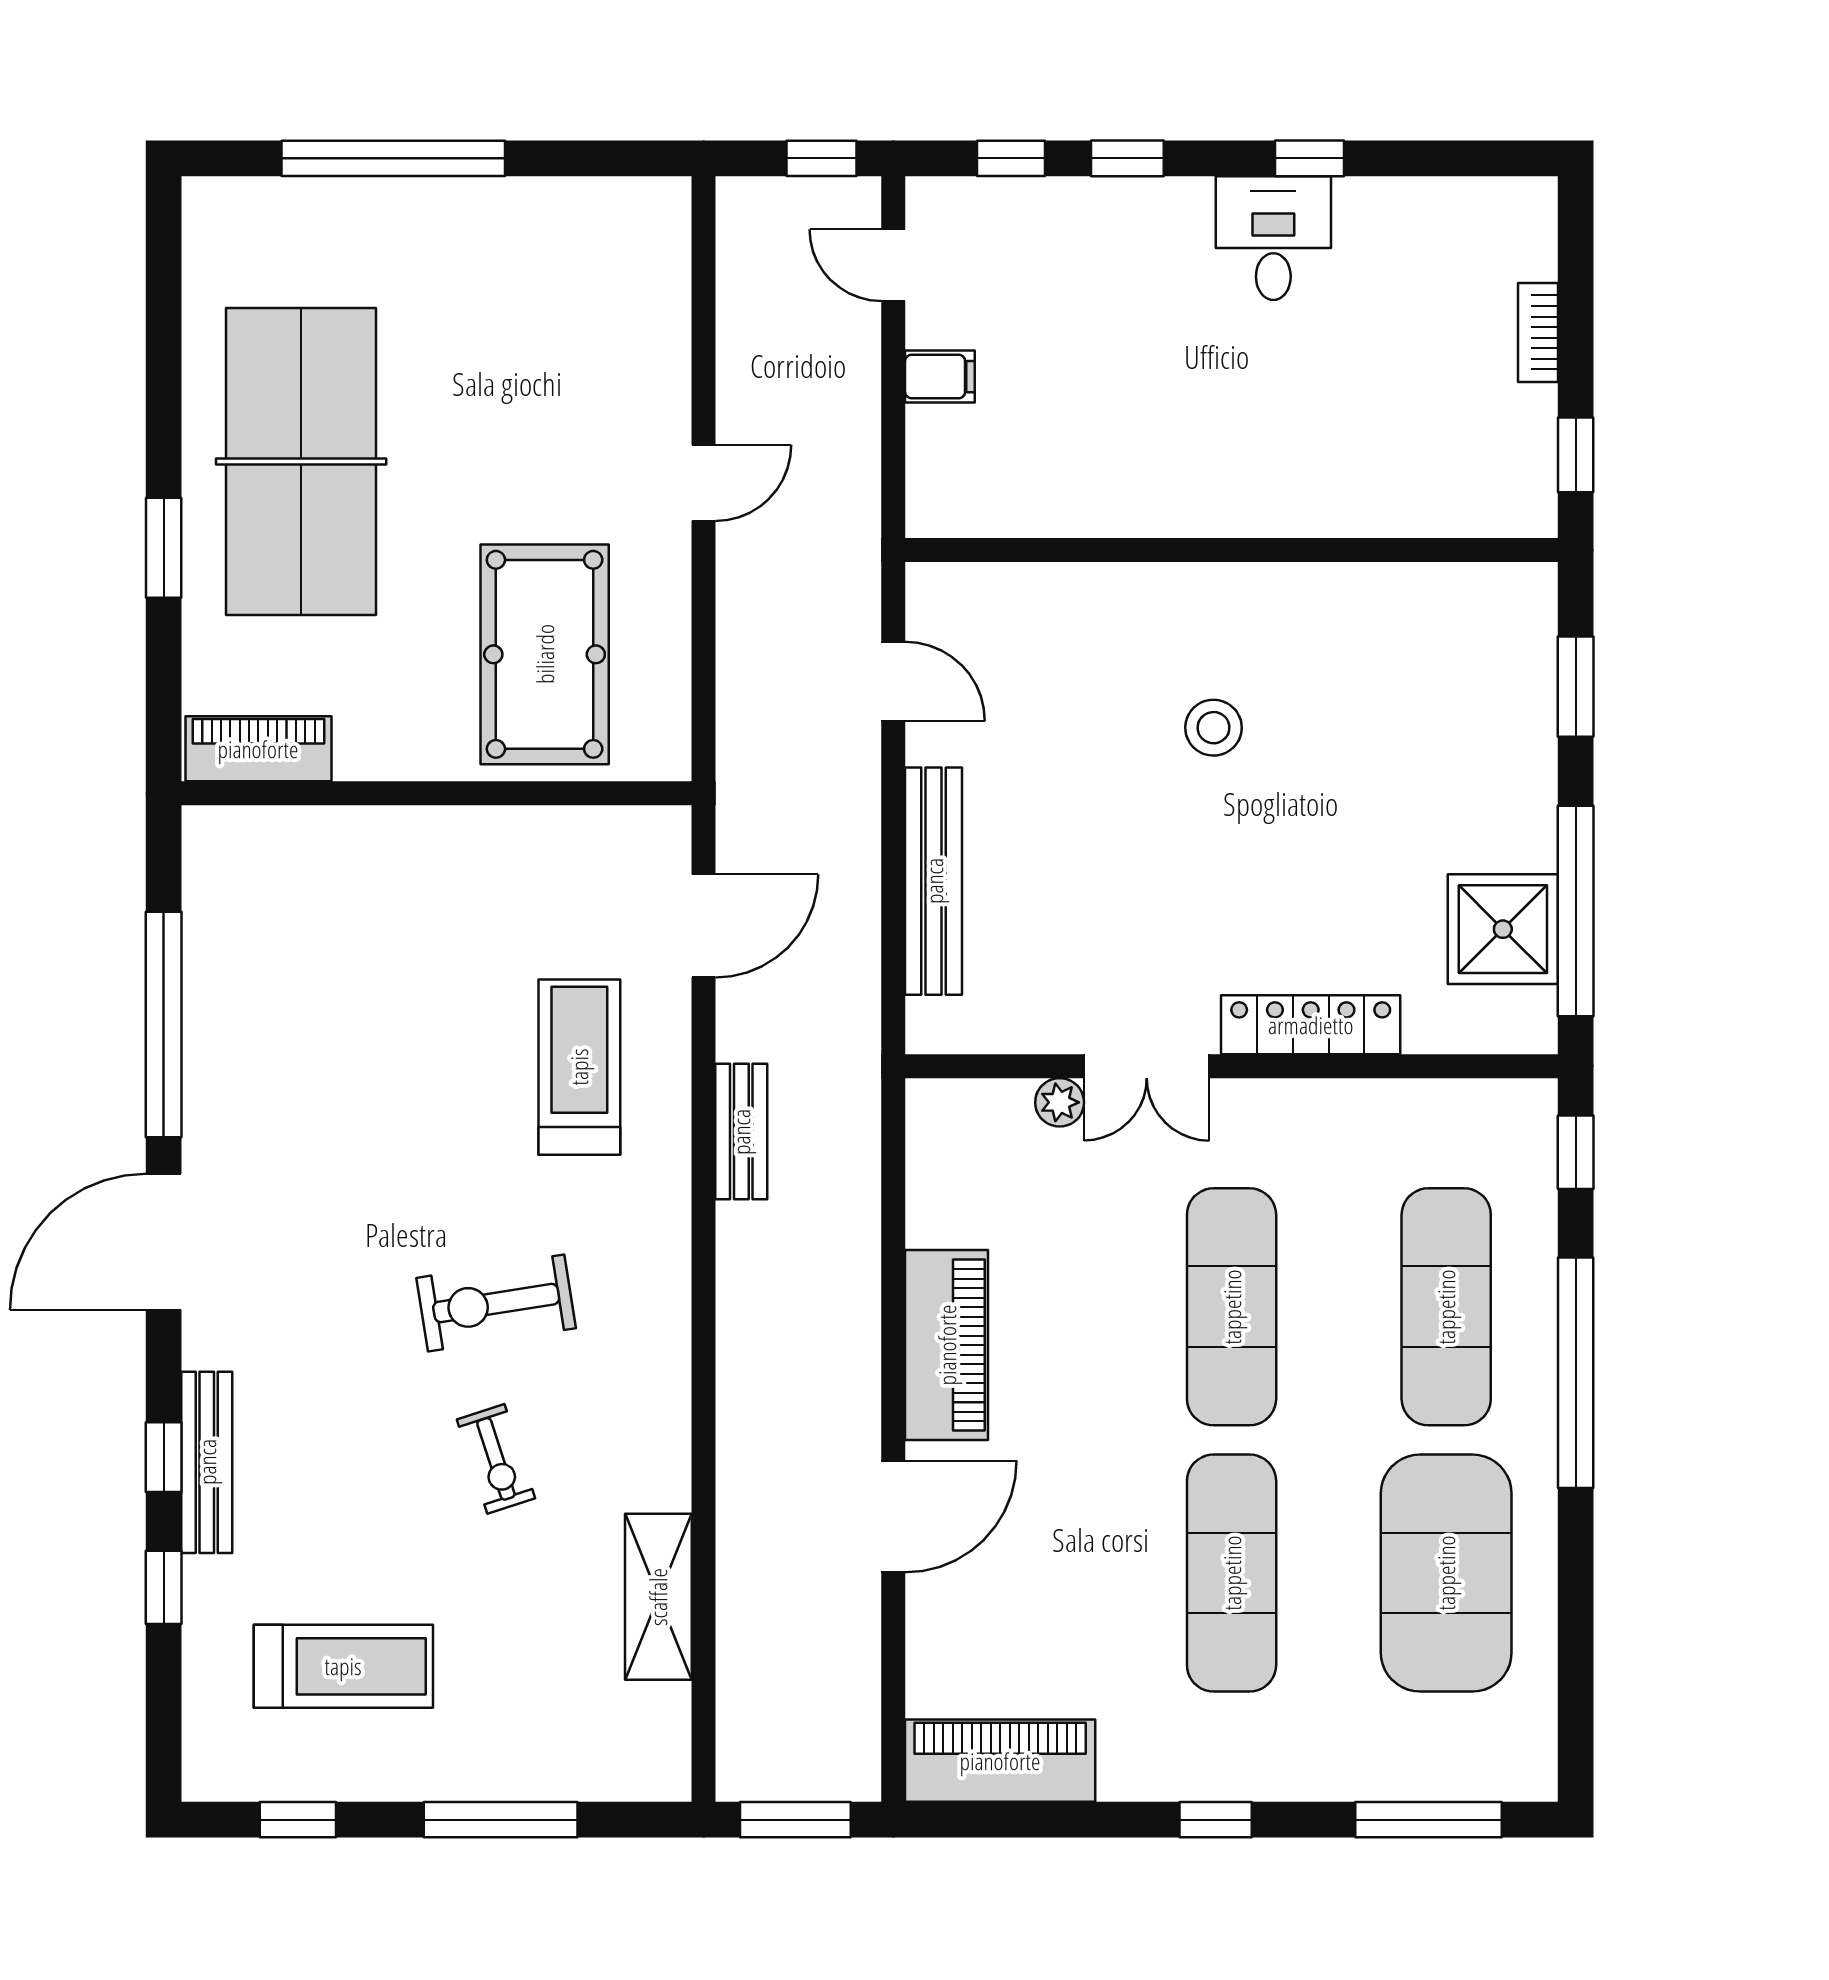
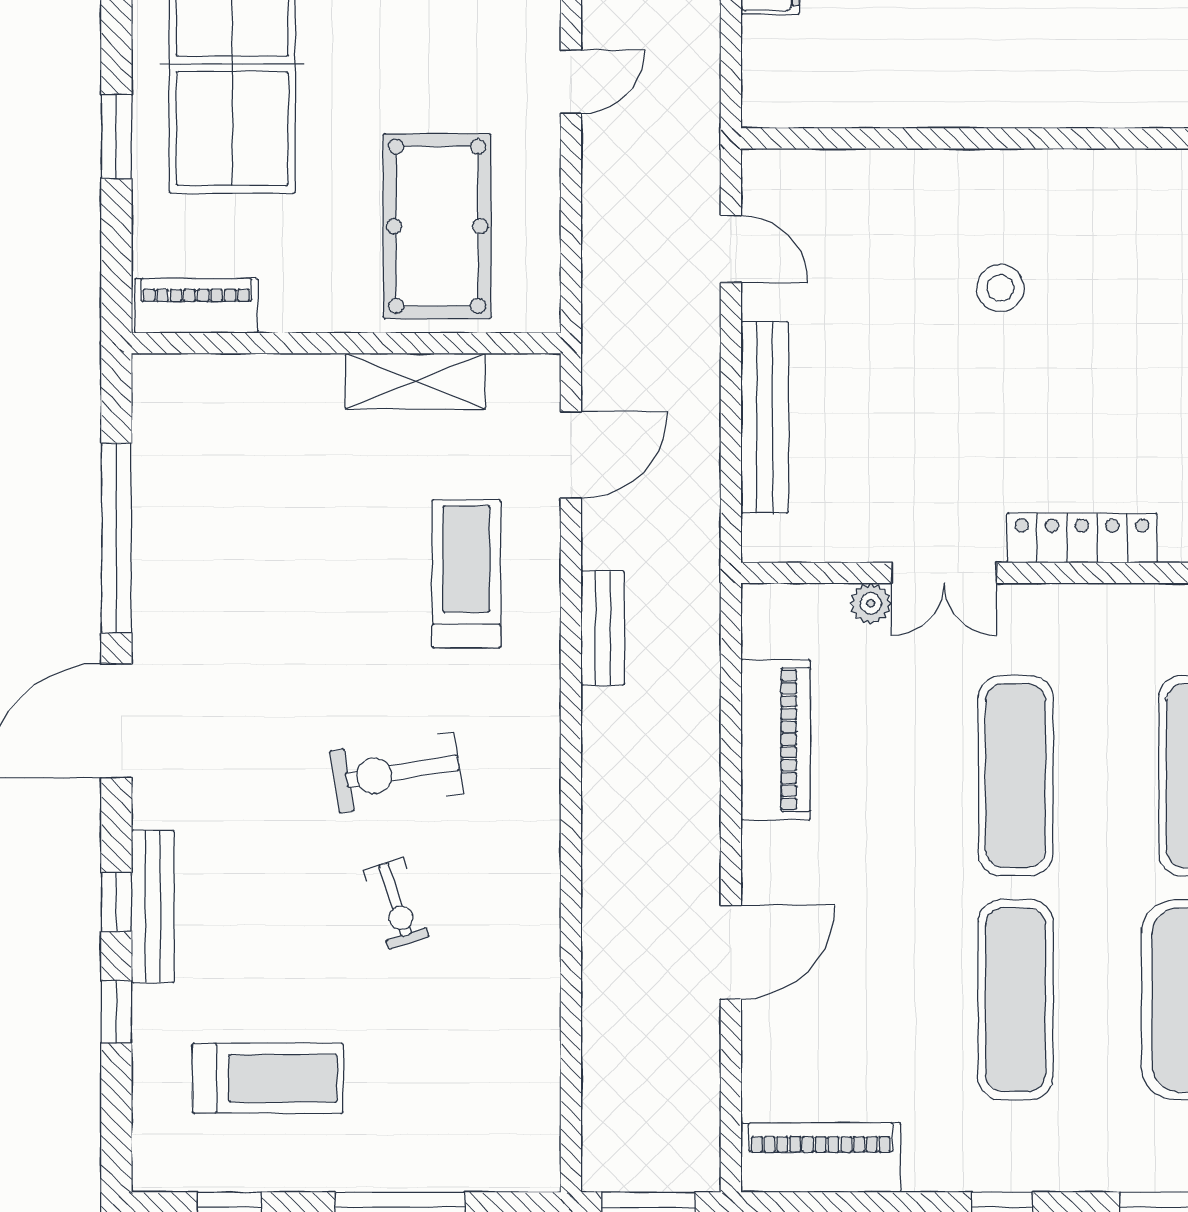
piano: (947, 1345) -> (776, 740), moved
shelving: (658, 1597) -> (415, 381), moved, turned 90

